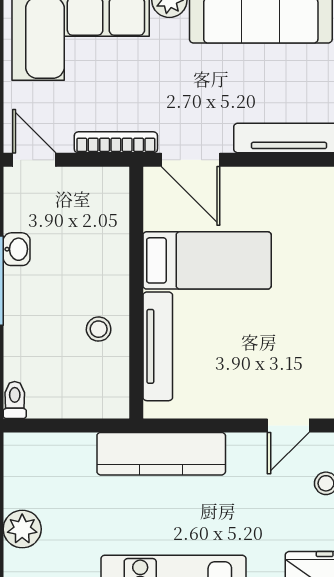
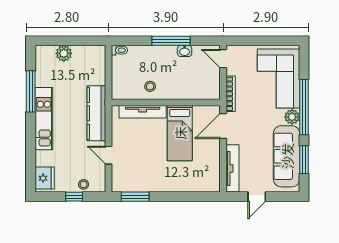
door: (34, 160) -> (223, 59), swing flipped
door: (288, 425) -> (109, 155), moved

